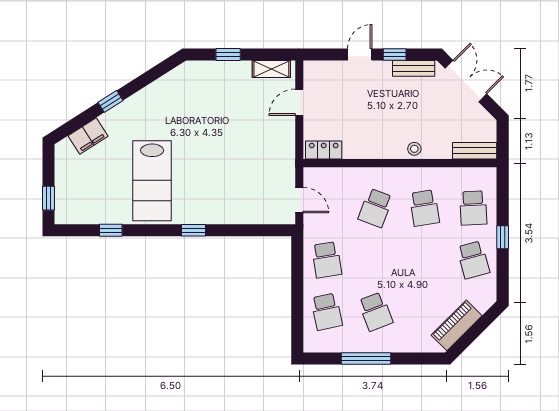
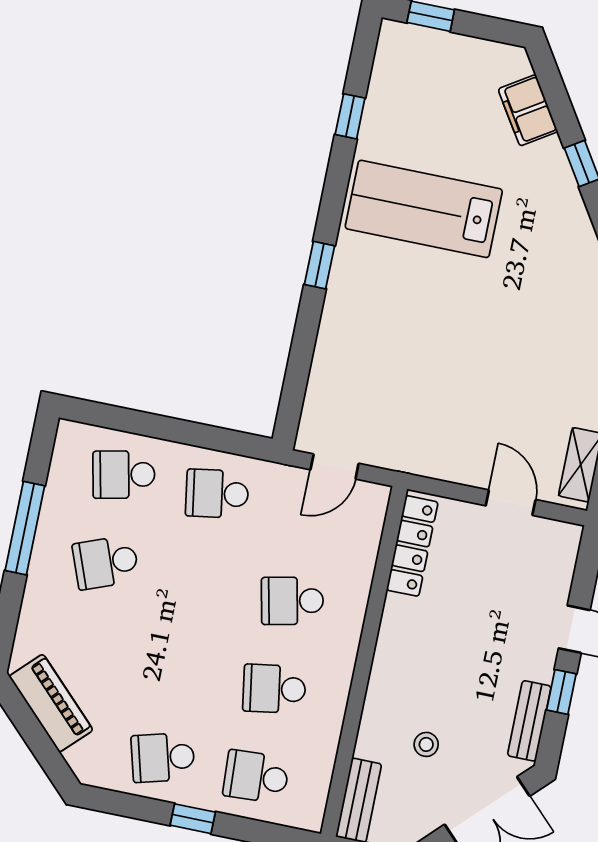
stool: (414, 149) -> (426, 744), moved
locker: (324, 150) -> (412, 546), width x1.53
school desk: (375, 208) -> (292, 601), turned -33

